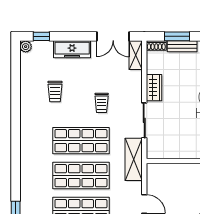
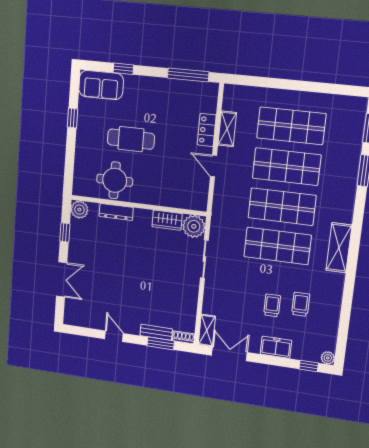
freezer: (72, 49) -> (276, 347), width x0.71
wardrobe: (154, 88) -> (167, 220), moved, turned -90
trolley: (102, 103) -> (272, 305), moved
plant: (157, 149) -> (194, 226), added
shelving: (134, 159) -> (339, 248), moved

